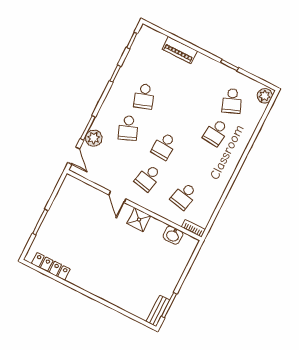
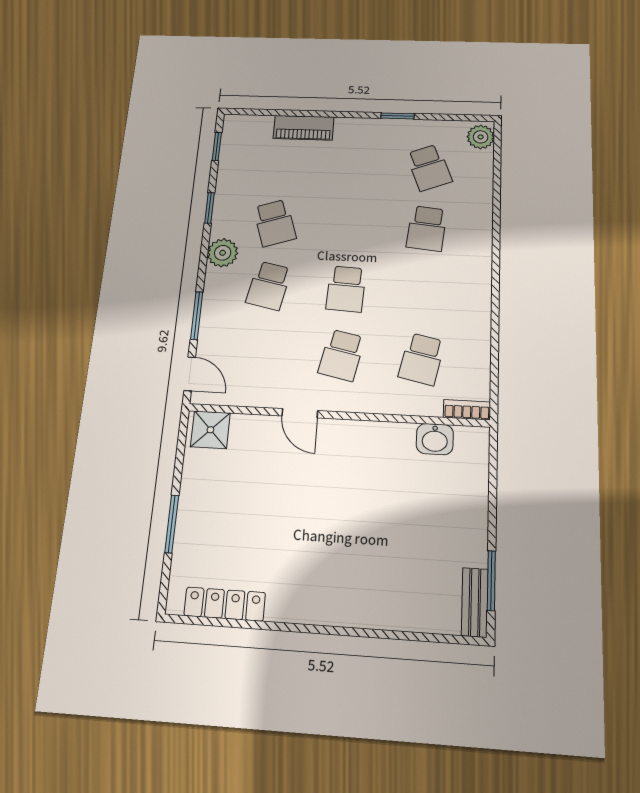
school desk: (128, 128) -> (269, 286), turned 33
plant: (94, 138) -> (223, 253), moved
shower: (139, 220) -> (210, 430), moved

